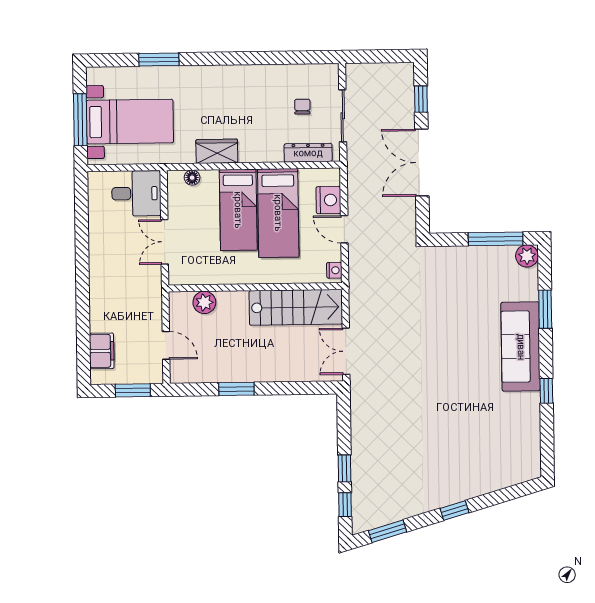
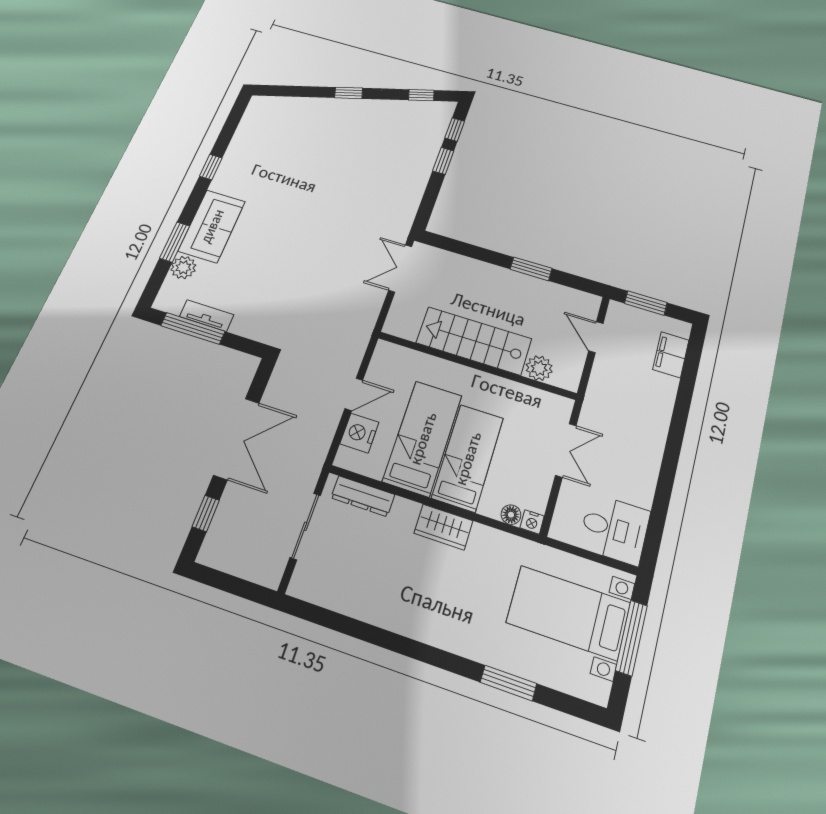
chair: (302, 107) -> (349, 555), removed
wardrobe: (217, 151) -> (443, 527), moved
desk: (136, 193) -> (614, 529), moved, turned 180
door: (344, 229) -> (354, 394), hinge flipped
tv unit: (489, 254) -> (207, 316), added
plant: (527, 256) -> (183, 267), moved
nightstand: (334, 270) -> (532, 522), moved, turned -90
stairs: (296, 307) -> (474, 341), moved
sofa: (521, 347) -> (212, 226), width x0.73
double door: (346, 351) -> (400, 268), swing flipped
window: (387, 531) -> (421, 95), width x0.67

